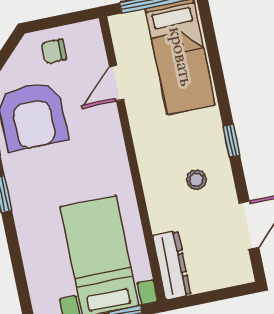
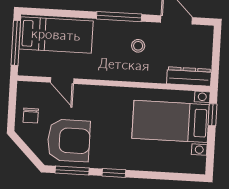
window: (231, 141) -> (119, 17), width x2.17

